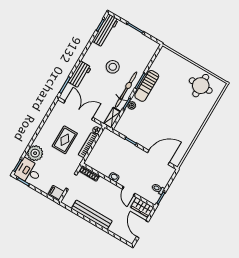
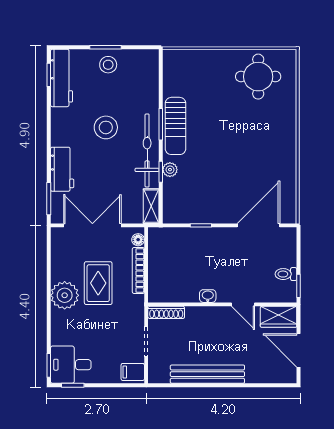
stool: (132, 37) -> (108, 65), added
plant: (35, 153) -> (65, 295), moved

